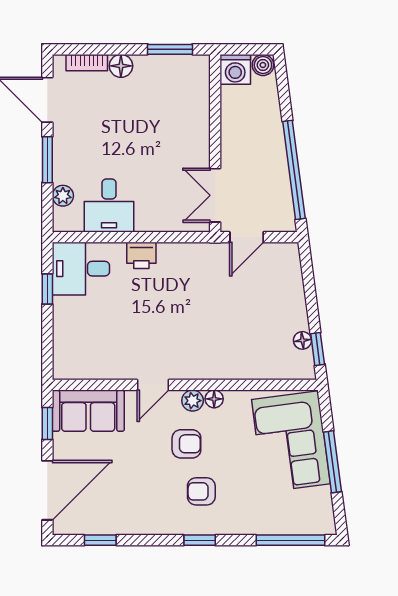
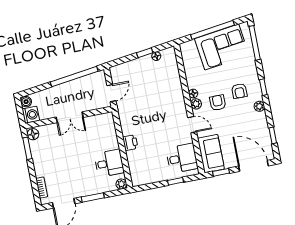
floor lamp: (121, 66) -> (33, 134), moved
double door: (215, 195) -> (70, 117), moved
plant: (63, 196) -> (121, 184), moved
door: (247, 237) -> (111, 93), hinge flipped
desk: (81, 269) -> (182, 158), moved, turned -90
window: (47, 289) -> (175, 181), moved
window: (318, 349) -> (145, 53), moved
corner sofa: (291, 442) -> (222, 47), moved
window: (333, 462) -> (212, 30), width x1.46
plant: (163, 525) -> (259, 106), added

